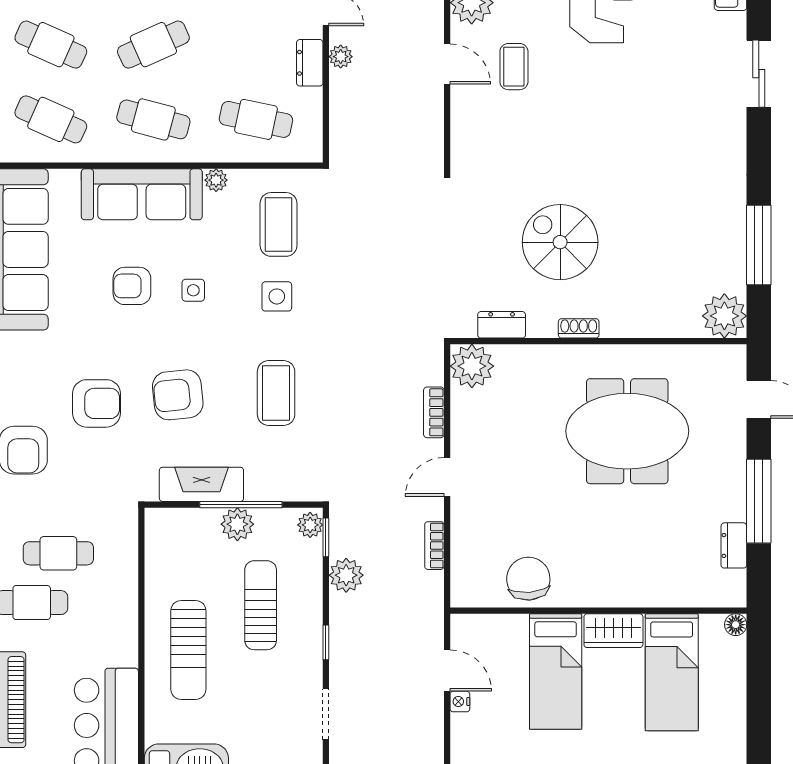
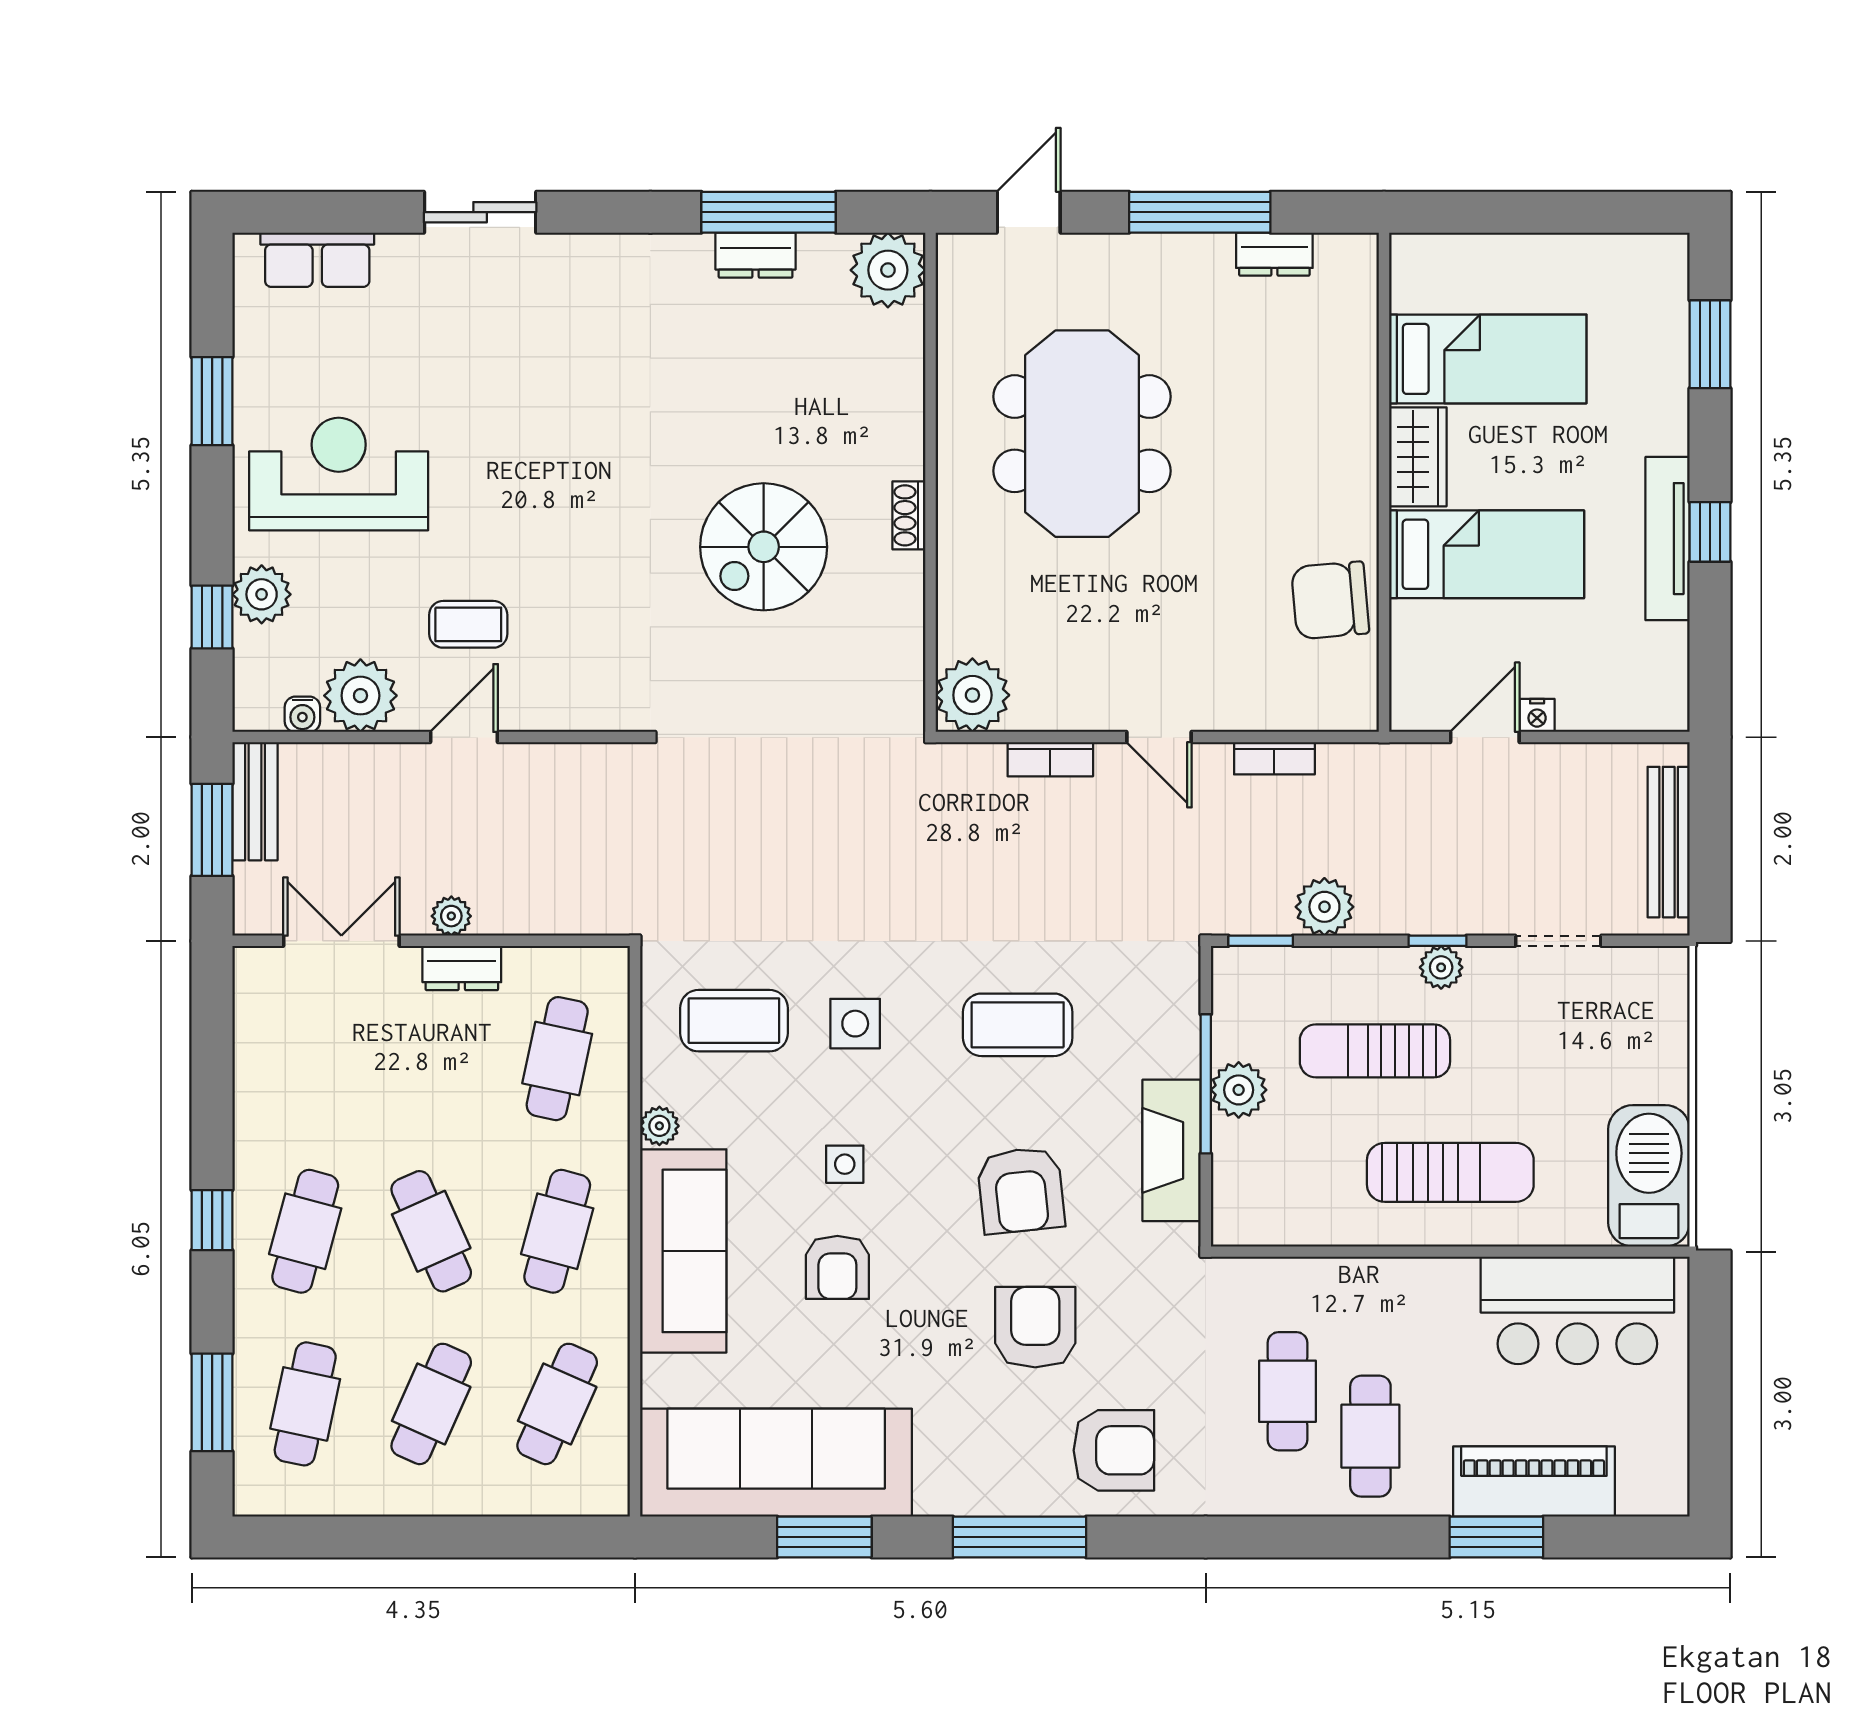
dresser: (502, 325) -> (756, 255), moved, turned -90
plant: (310, 525) -> (1441, 967), moved
floor lamp: (736, 625) -> (1408, 251), removed

